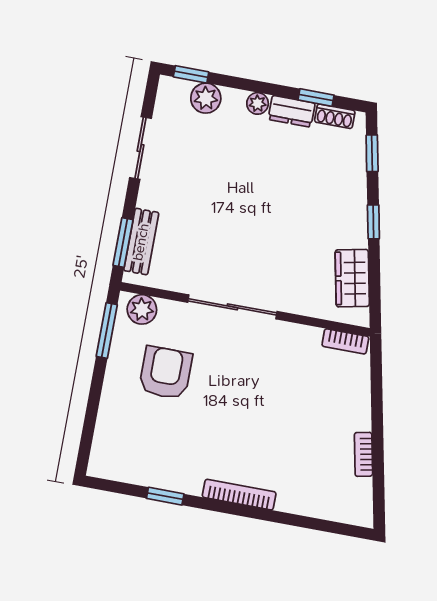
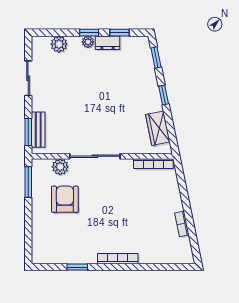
window: (191, 74) -> (89, 33), moved
shoe rack: (335, 116) -> (132, 41), removed
plant: (142, 309) -> (60, 167), moved
bookcase: (345, 341) -> (153, 164), width x1.56

